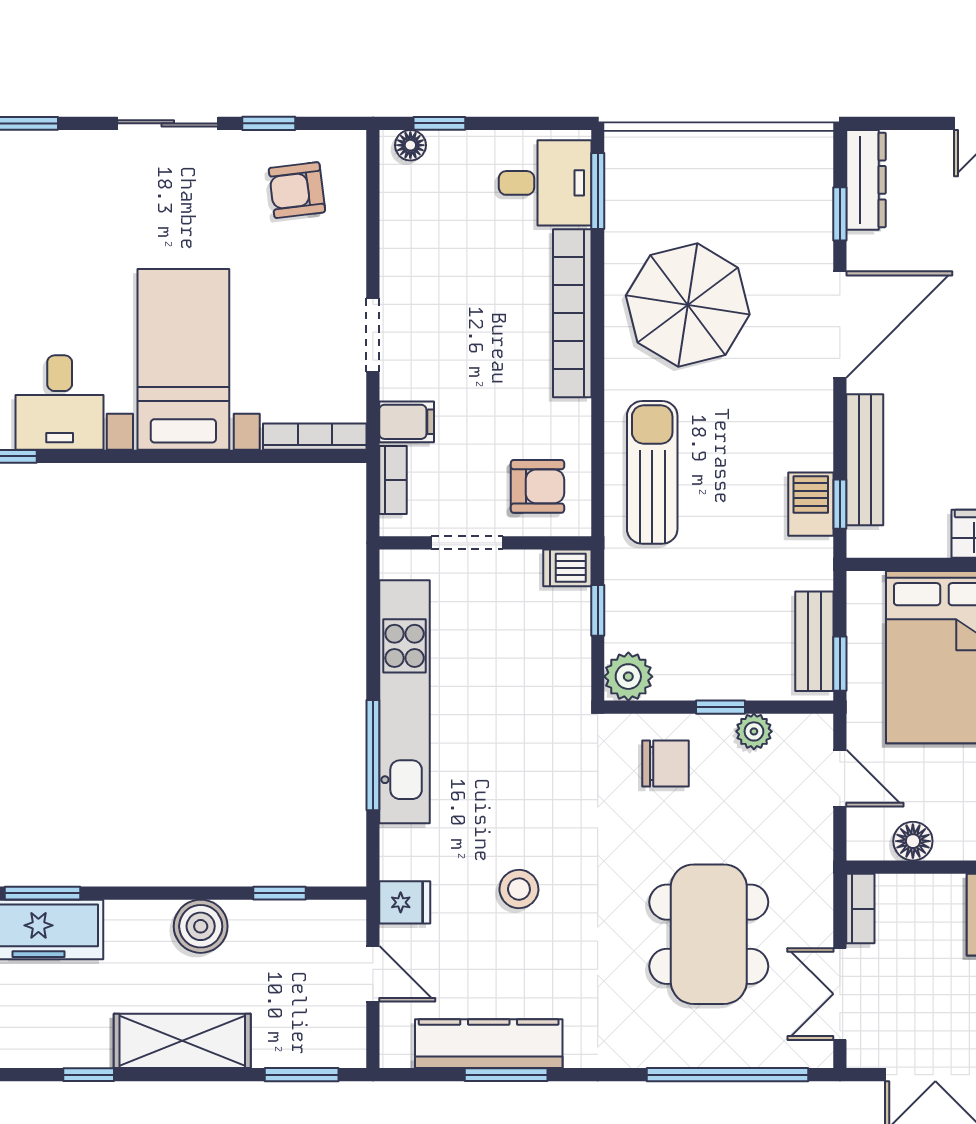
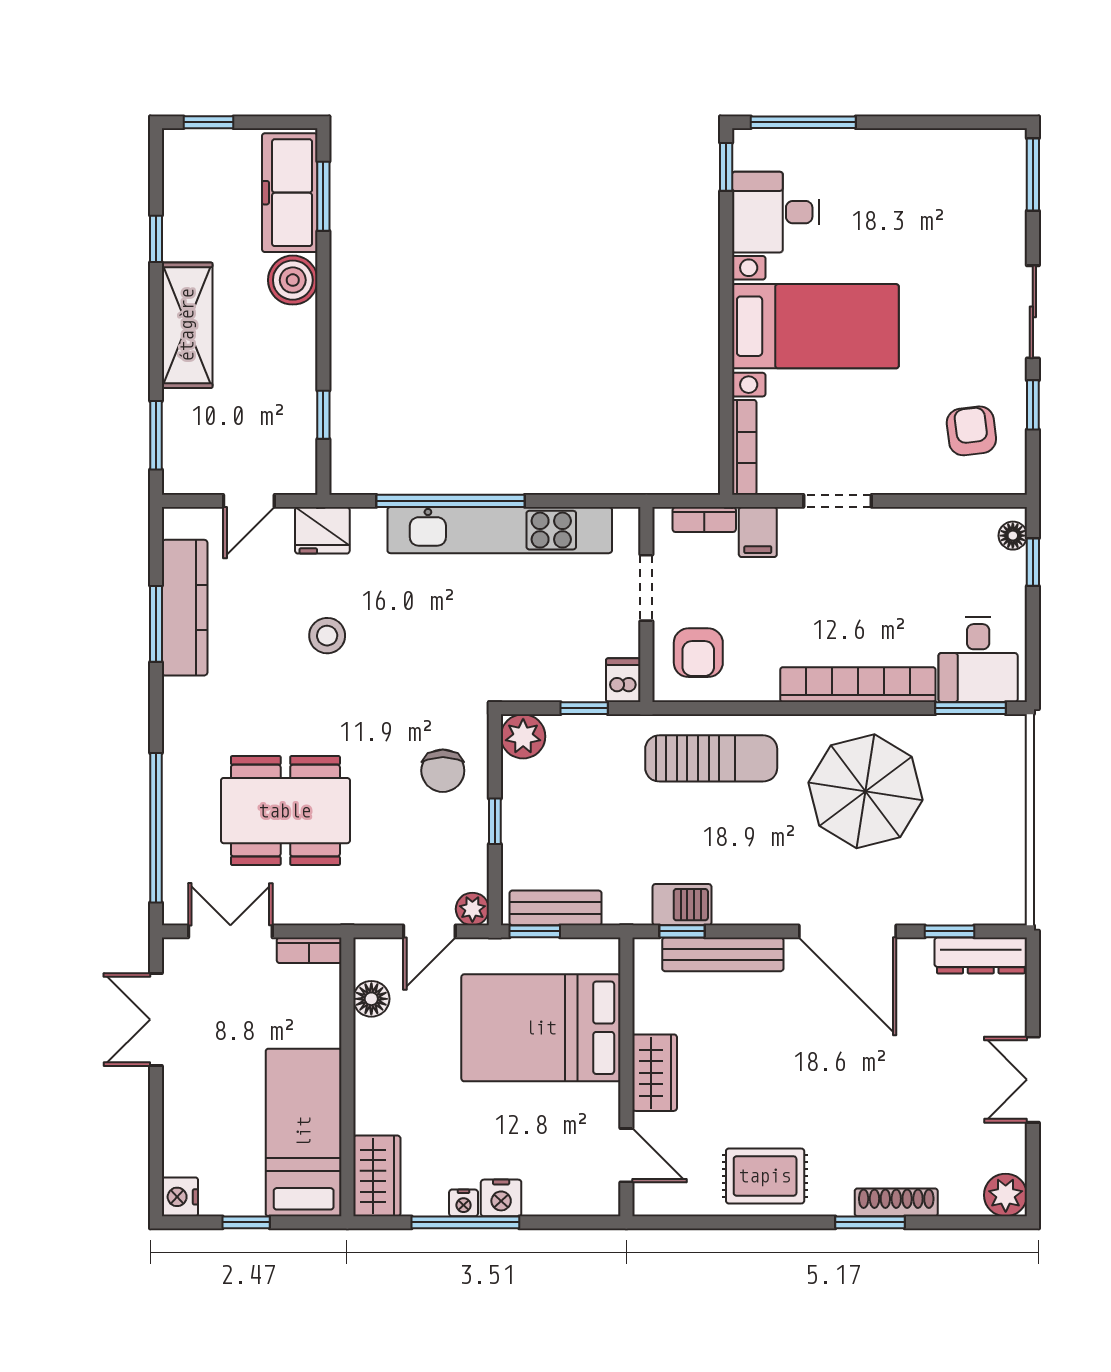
plant: (754, 731) -> (472, 909), moved
window: (373, 755) -> (451, 501), width x1.46
fridge: (405, 902) -> (322, 530), width x1.38
boiler: (201, 926) -> (293, 280), moved

